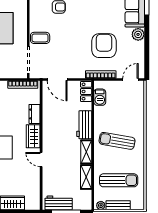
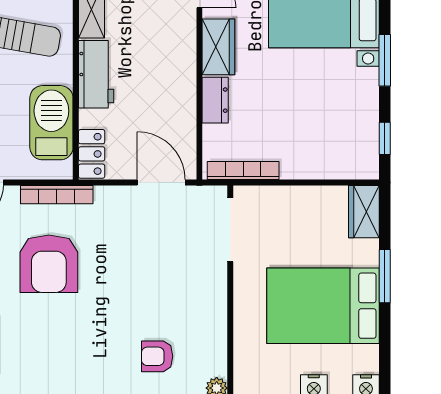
coffee table: (40, 38) -> (202, 282), removed
barbecue: (100, 97) -> (51, 123), width x1.88, depth x1.53

